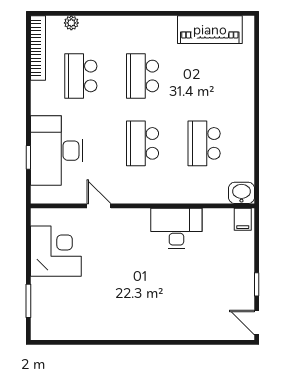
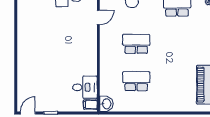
school desk: (143, 76) -> (177, 44), removed
desk: (176, 228) -> (85, 87), moved, width x0.73

